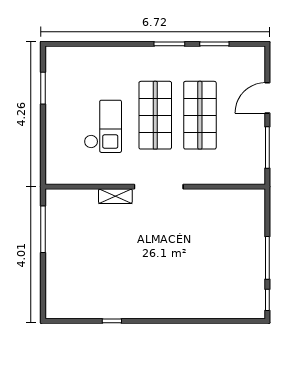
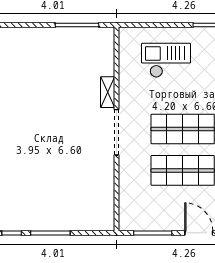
checkout: (103, 126) -> (166, 60), moved, turned 180

